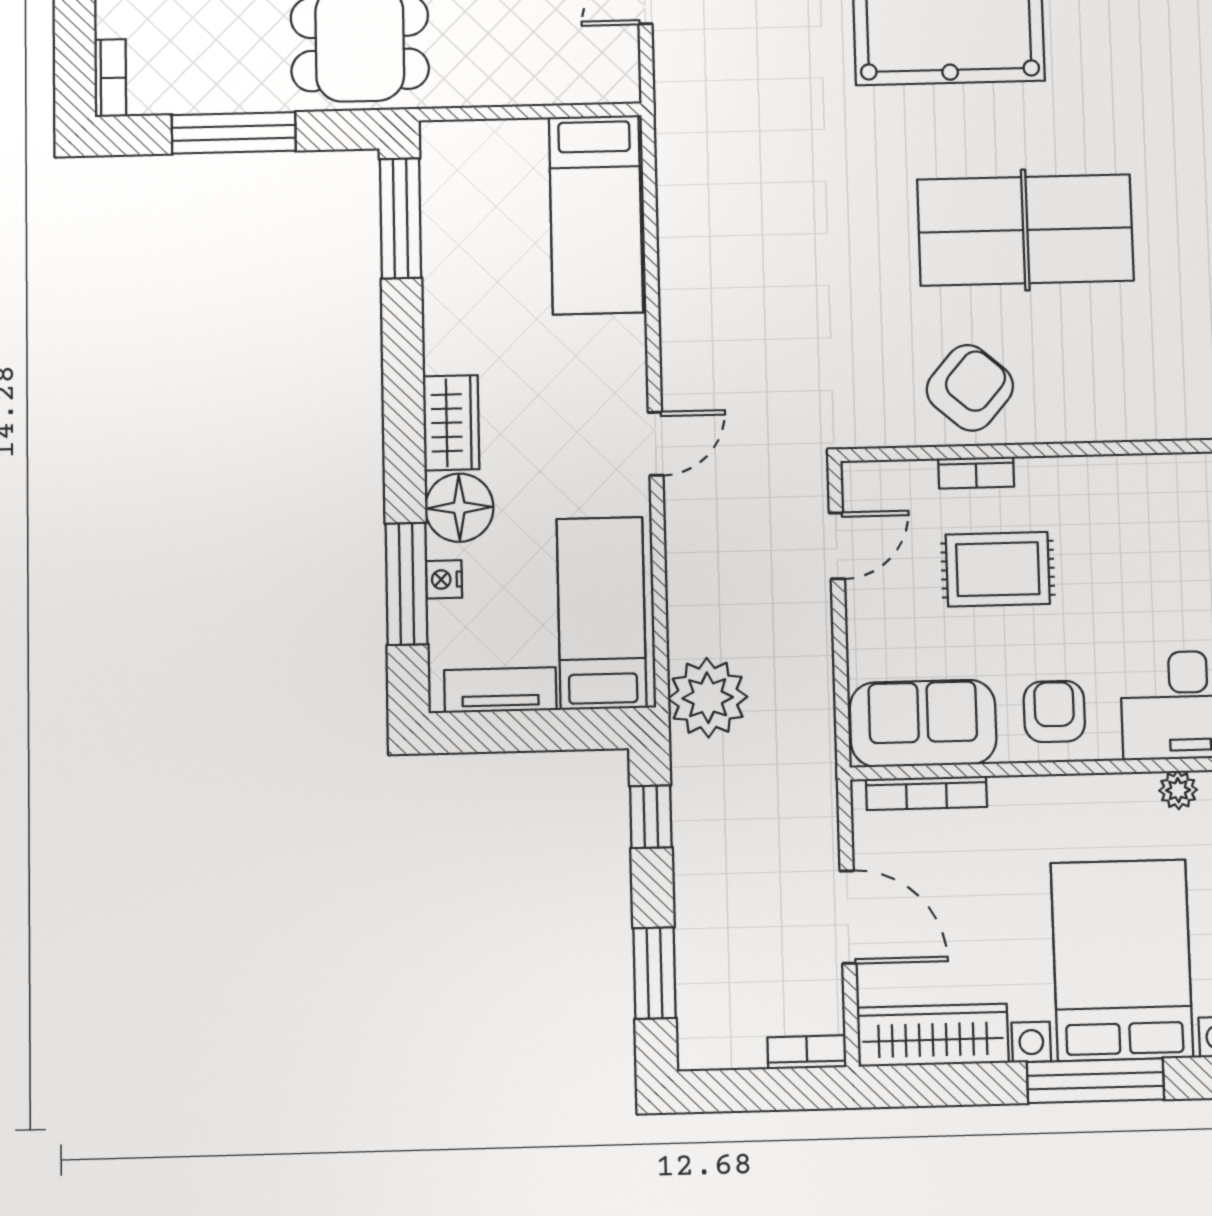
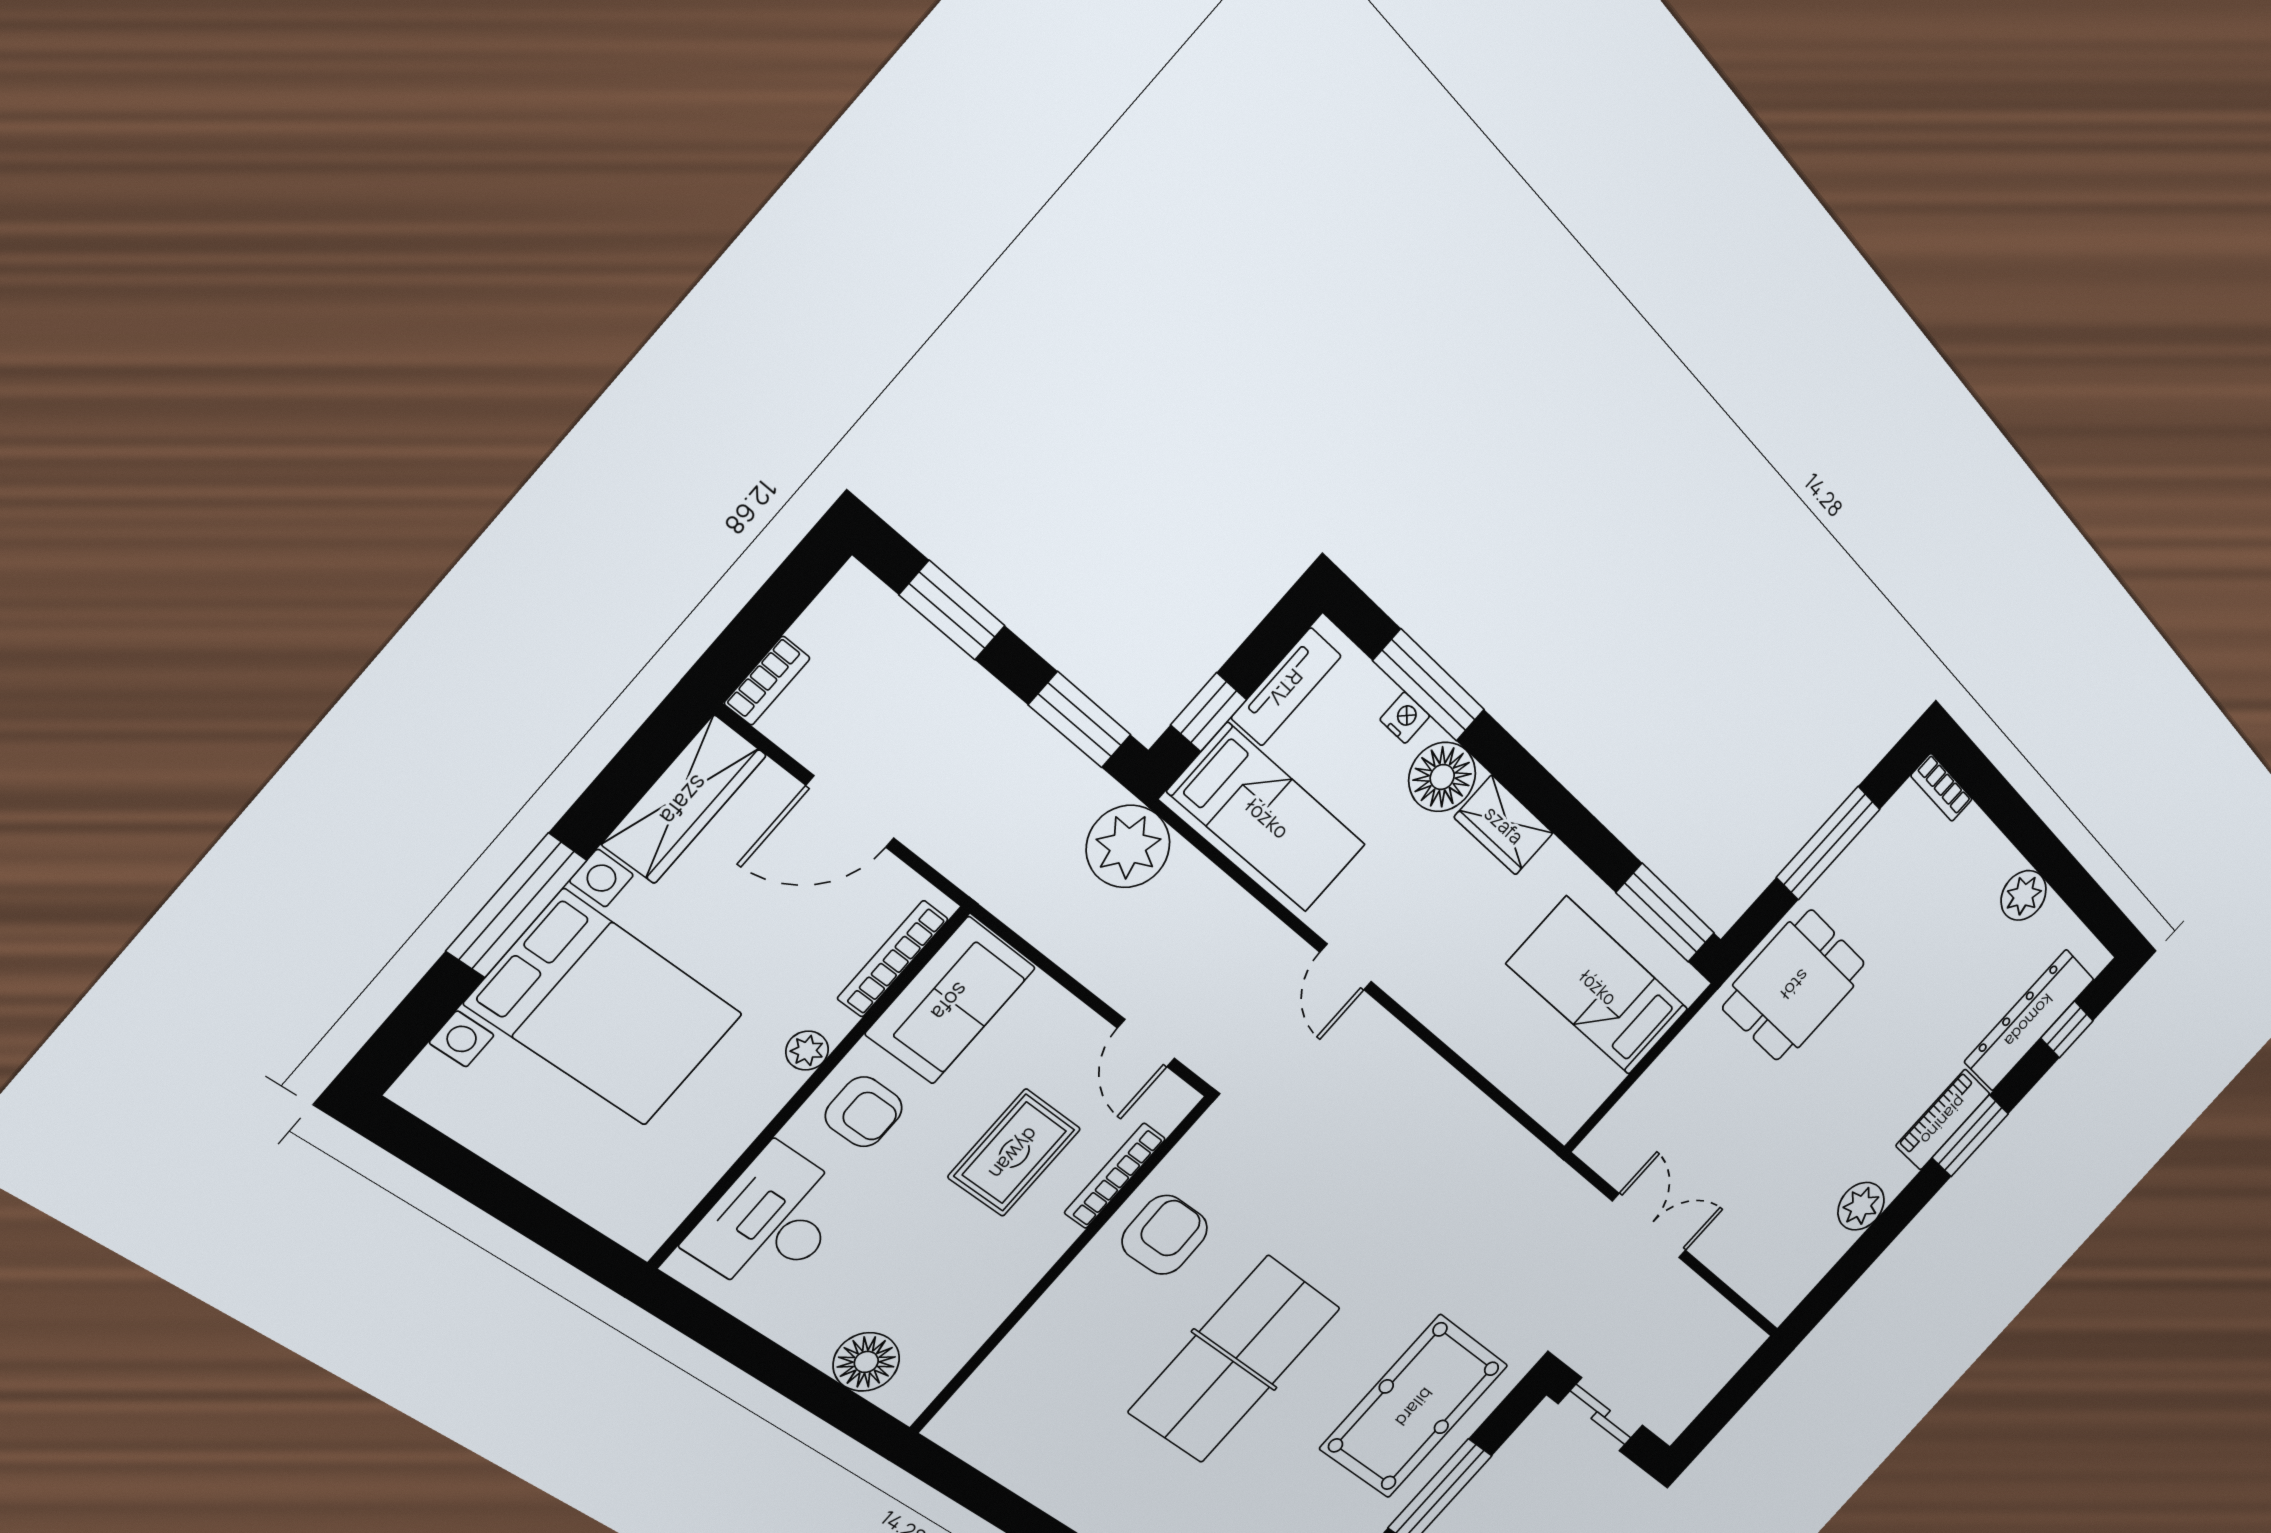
bed: (596, 215) -> (1598, 987), moved
armchair: (970, 388) -> (1165, 1235), turned -132
bookcase: (976, 473) -> (1115, 1176), width x1.56
window: (566, 730) -> (1209, 712), added
plant: (1178, 790) -> (807, 1051), moved
window: (651, 817) -> (1080, 720), width x1.50

